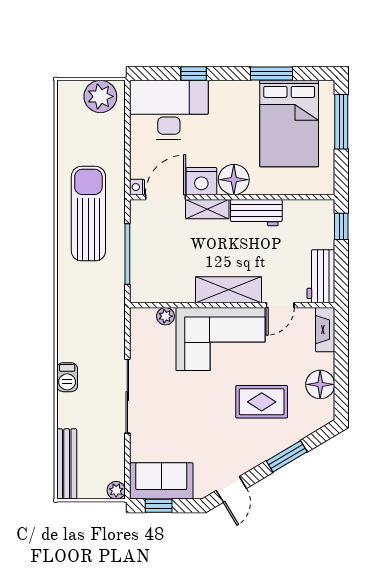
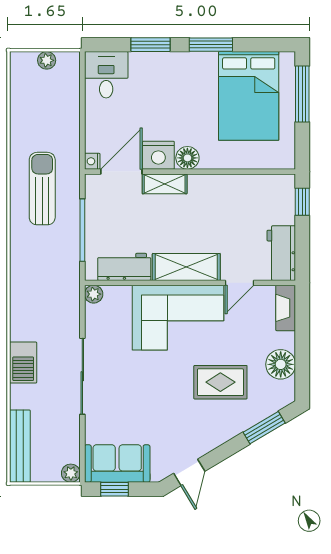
window: (194, 74) -> (150, 45), width x1.50
window: (271, 74) -> (211, 45), moved
plant: (100, 96) -> (47, 60), width x0.53, depth x0.53
desk: (169, 110) -> (106, 75), width x0.53, depth x0.77
floor lamp: (234, 180) -> (187, 158), width x0.73, depth x0.73
workbench: (256, 213) -> (124, 267), moved, turned 180
sun lounger: (88, 214) -> (42, 189), width x0.73, depth x0.75
plant: (165, 316) -> (94, 294), moved
barbecue: (67, 377) -> (23, 363), width x1.38, depth x1.27
window: (287, 456) -> (264, 428), moved

